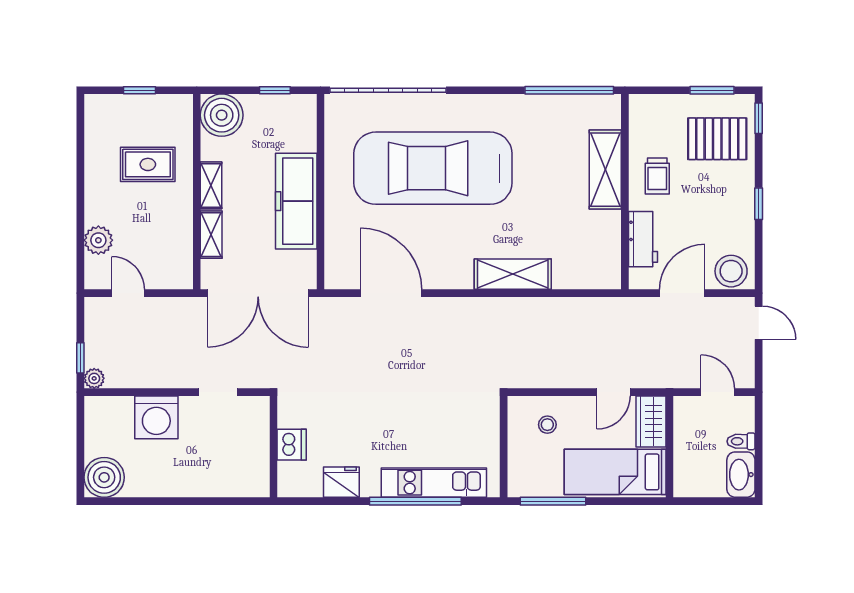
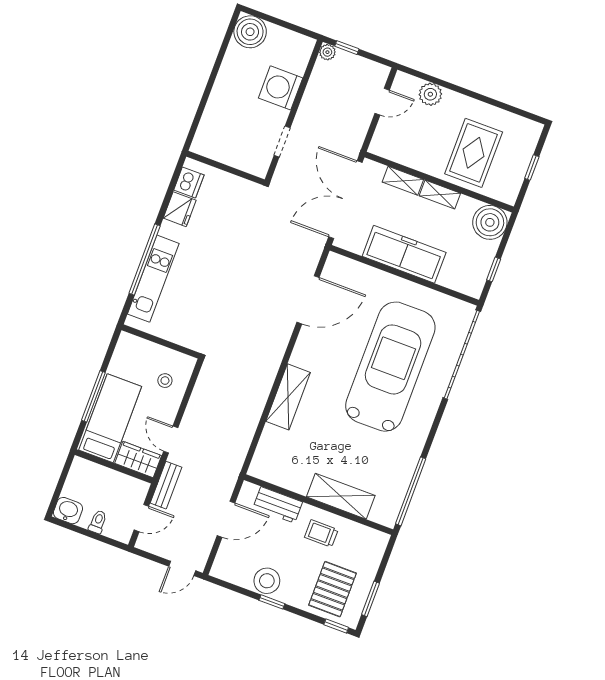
rug: (148, 164) -> (474, 153), width x1.36, depth x1.43
stool: (731, 271) -> (267, 581), moved
door: (682, 293) -> (226, 519), hinge flipped
bench: (669, 378) -> (166, 485), added
dishwasher: (292, 445) -> (189, 183), moved, turned -90
washbasin: (741, 475) -> (68, 511), width x0.72
window: (553, 501) -> (93, 396), moved

